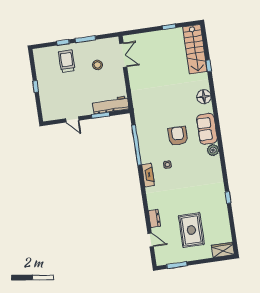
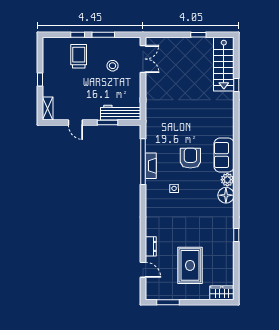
floor lamp: (204, 97) -> (226, 195), moved
shelving: (46, 111) -> (48, 108), added
fireplace: (148, 175) -> (151, 166), moved

